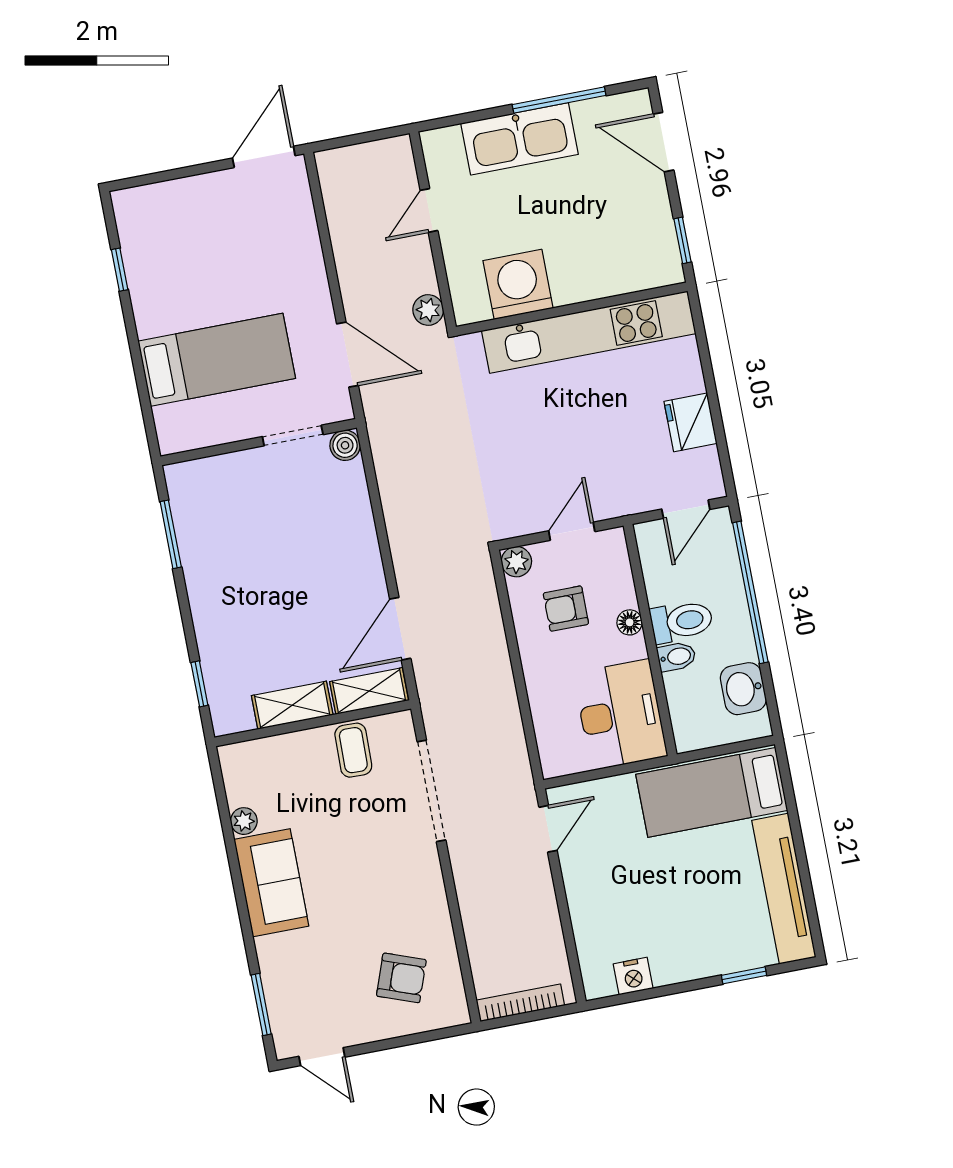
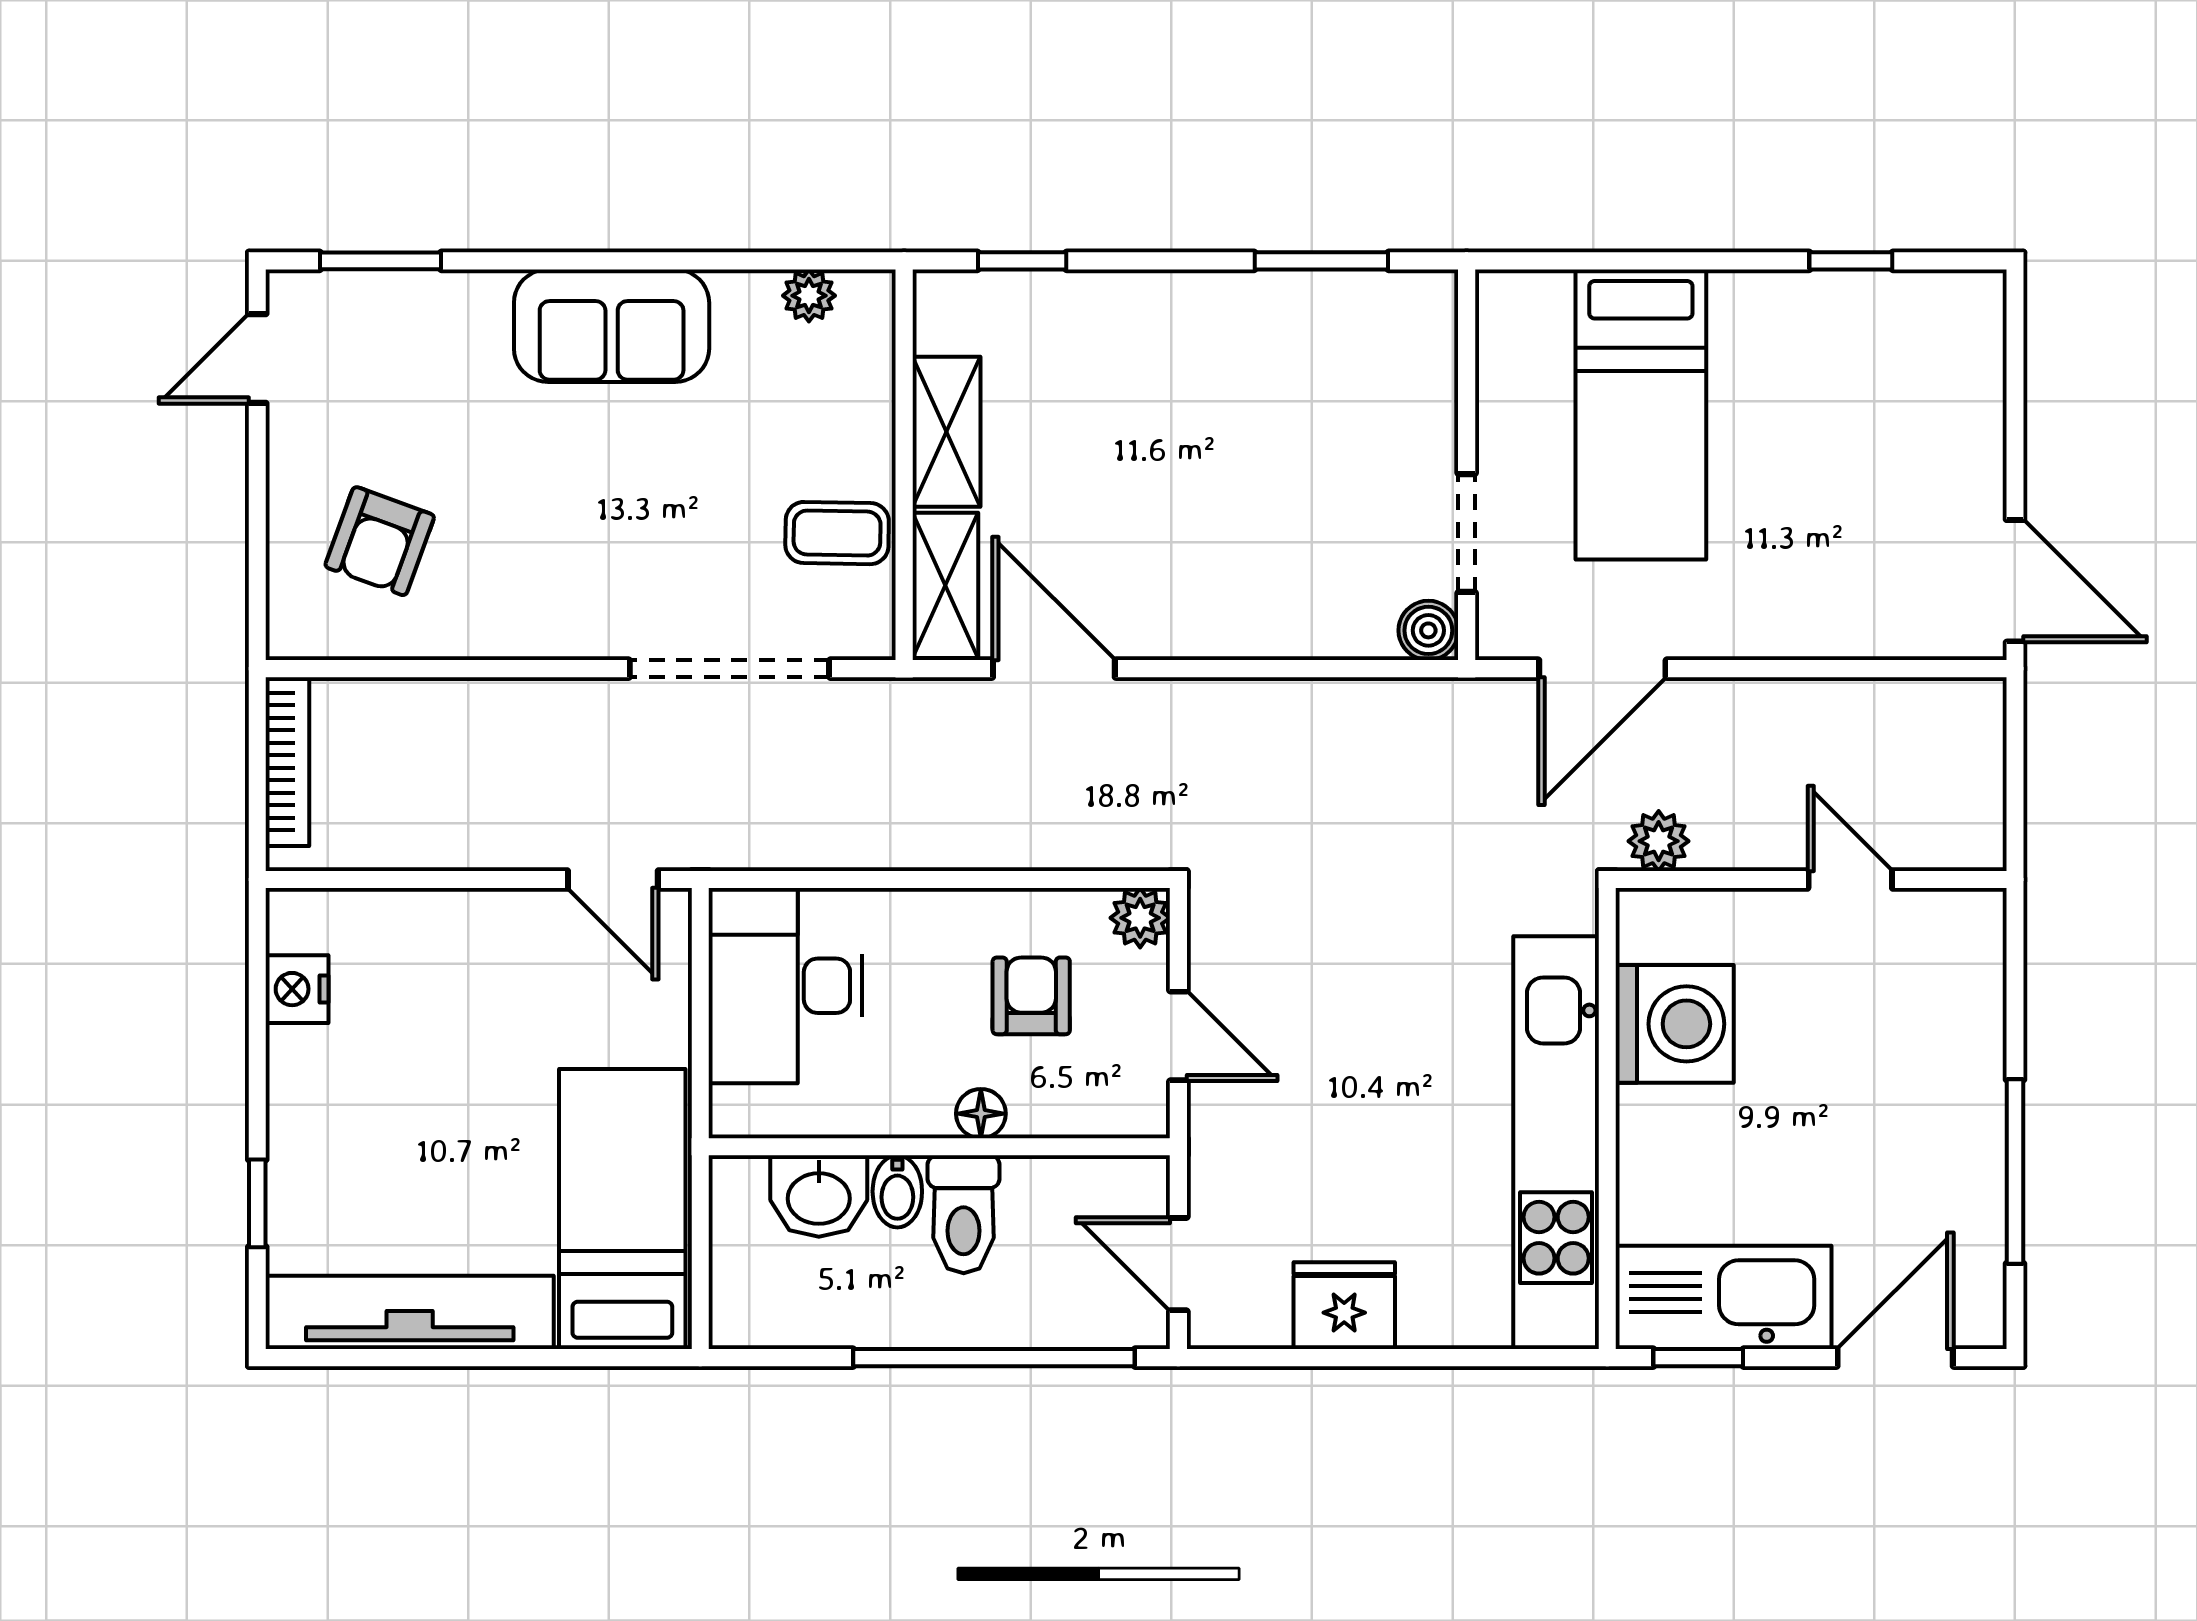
kitchen sink: (520, 139) -> (1723, 1297), moved, turned 90
washbasin: (743, 689) -> (819, 1196), moved, turned 180
desk: (620, 715) -> (785, 986), moved, turned 90
plant: (244, 821) -> (809, 296), moved

